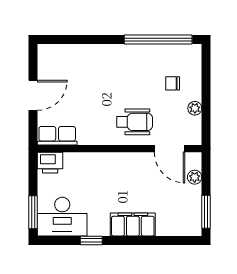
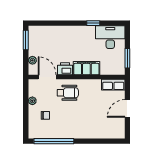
wheelchair: (135, 122) -> (68, 93), turned 180
printer: (50, 163) -> (65, 69), moved
window: (33, 212) -> (127, 58), moved
filing cabinet: (133, 224) -> (86, 68), moved, turned 180

